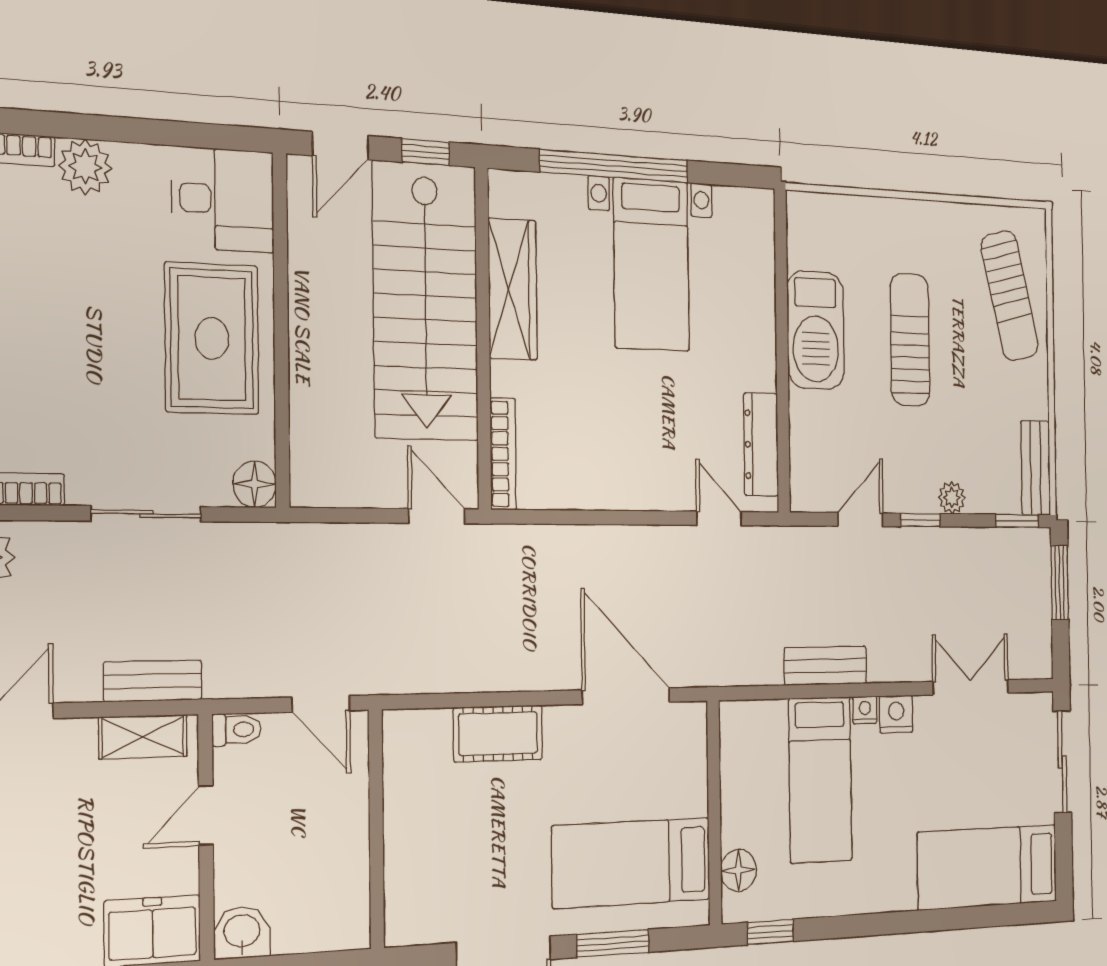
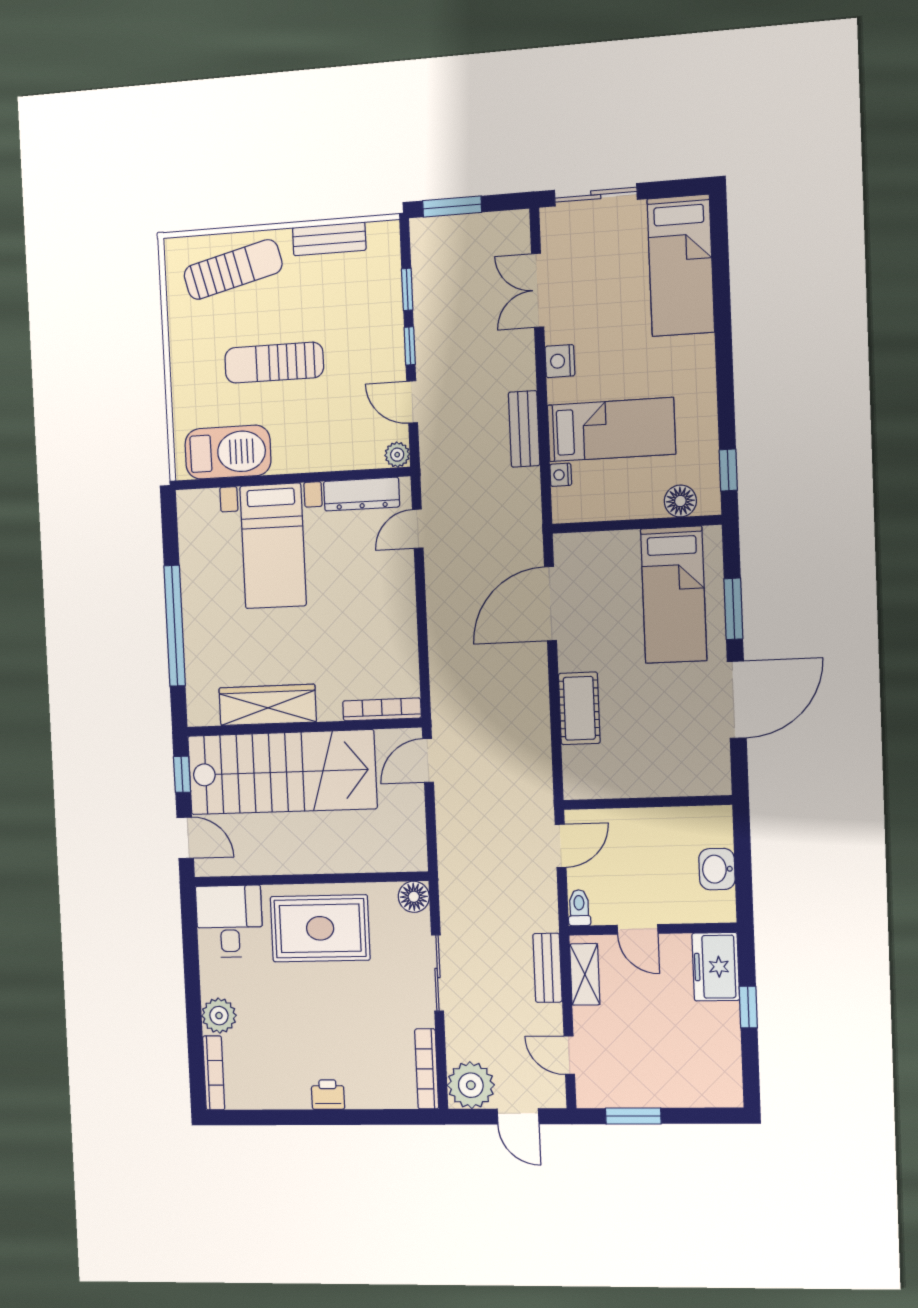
bed with nightstands: (651, 265) -> (273, 546), moved, turned 90
barbecue: (816, 330) -> (228, 452), moved
bench: (1036, 468) -> (329, 239), moved
plant: (952, 498) -> (397, 455), moved
window: (1017, 521) -> (407, 289), moved
nightstand: (865, 710) -> (561, 475), moved
washbasin: (242, 932) -> (717, 869), moved

